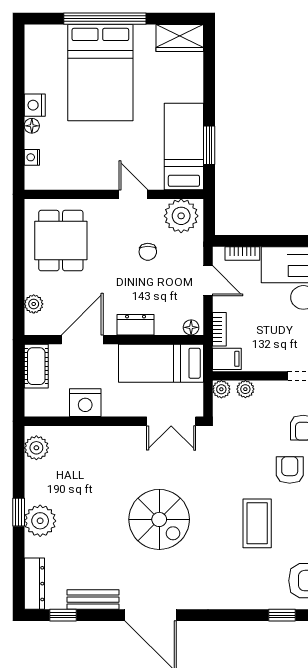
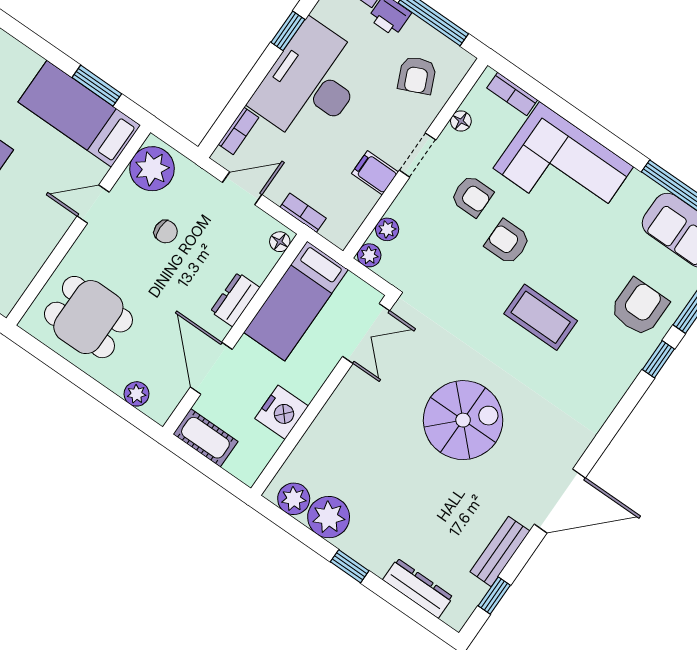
filing cabinet: (227, 359) -> (375, 173), moved, turned -90
plant: (40, 521) -> (329, 517), moved
dresser: (34, 584) -> (418, 588), moved

